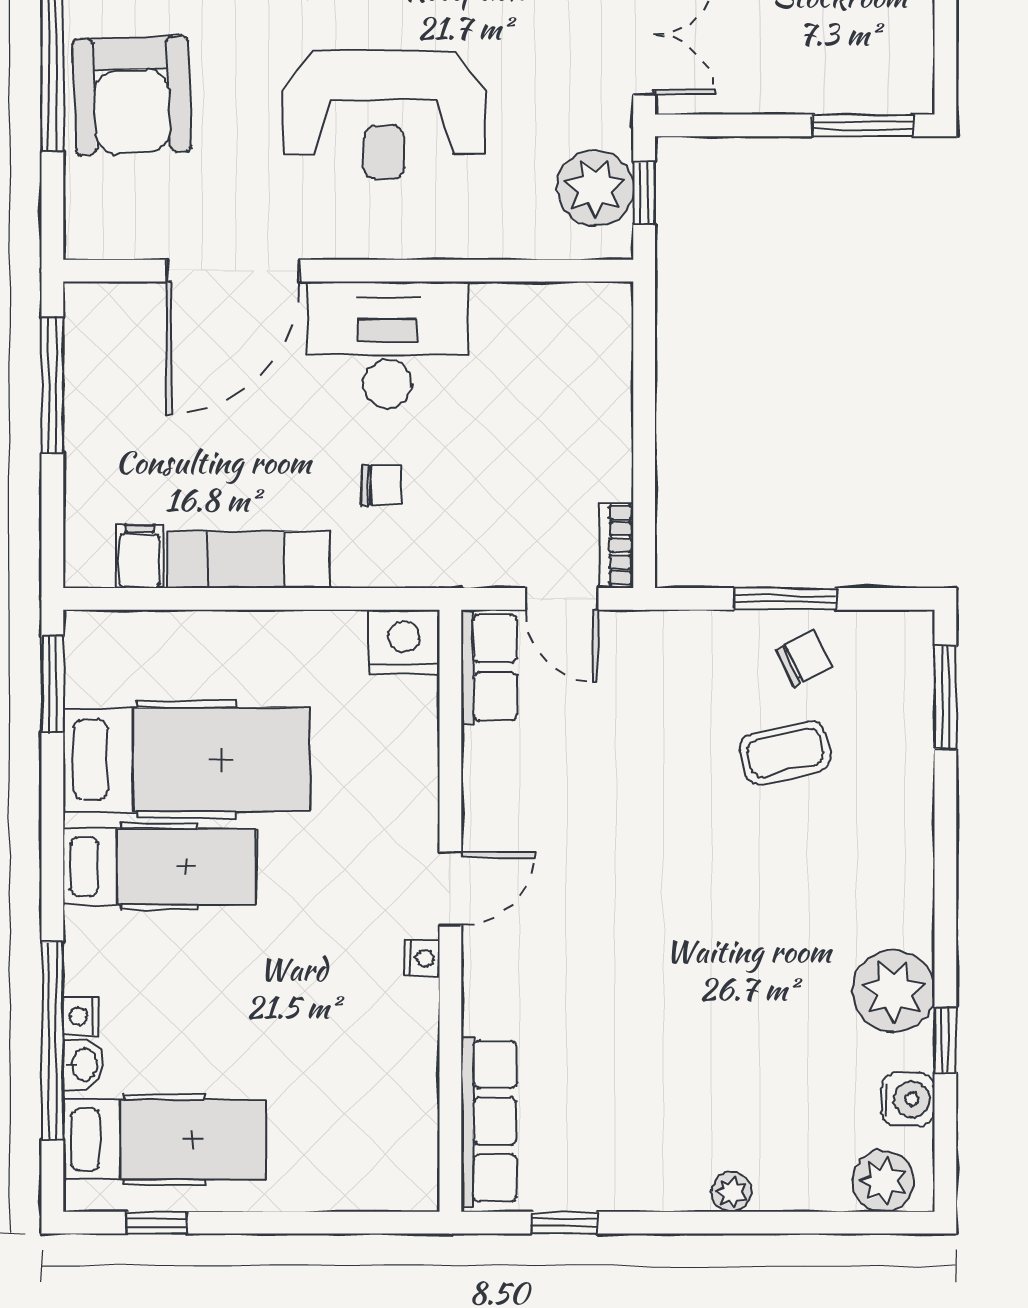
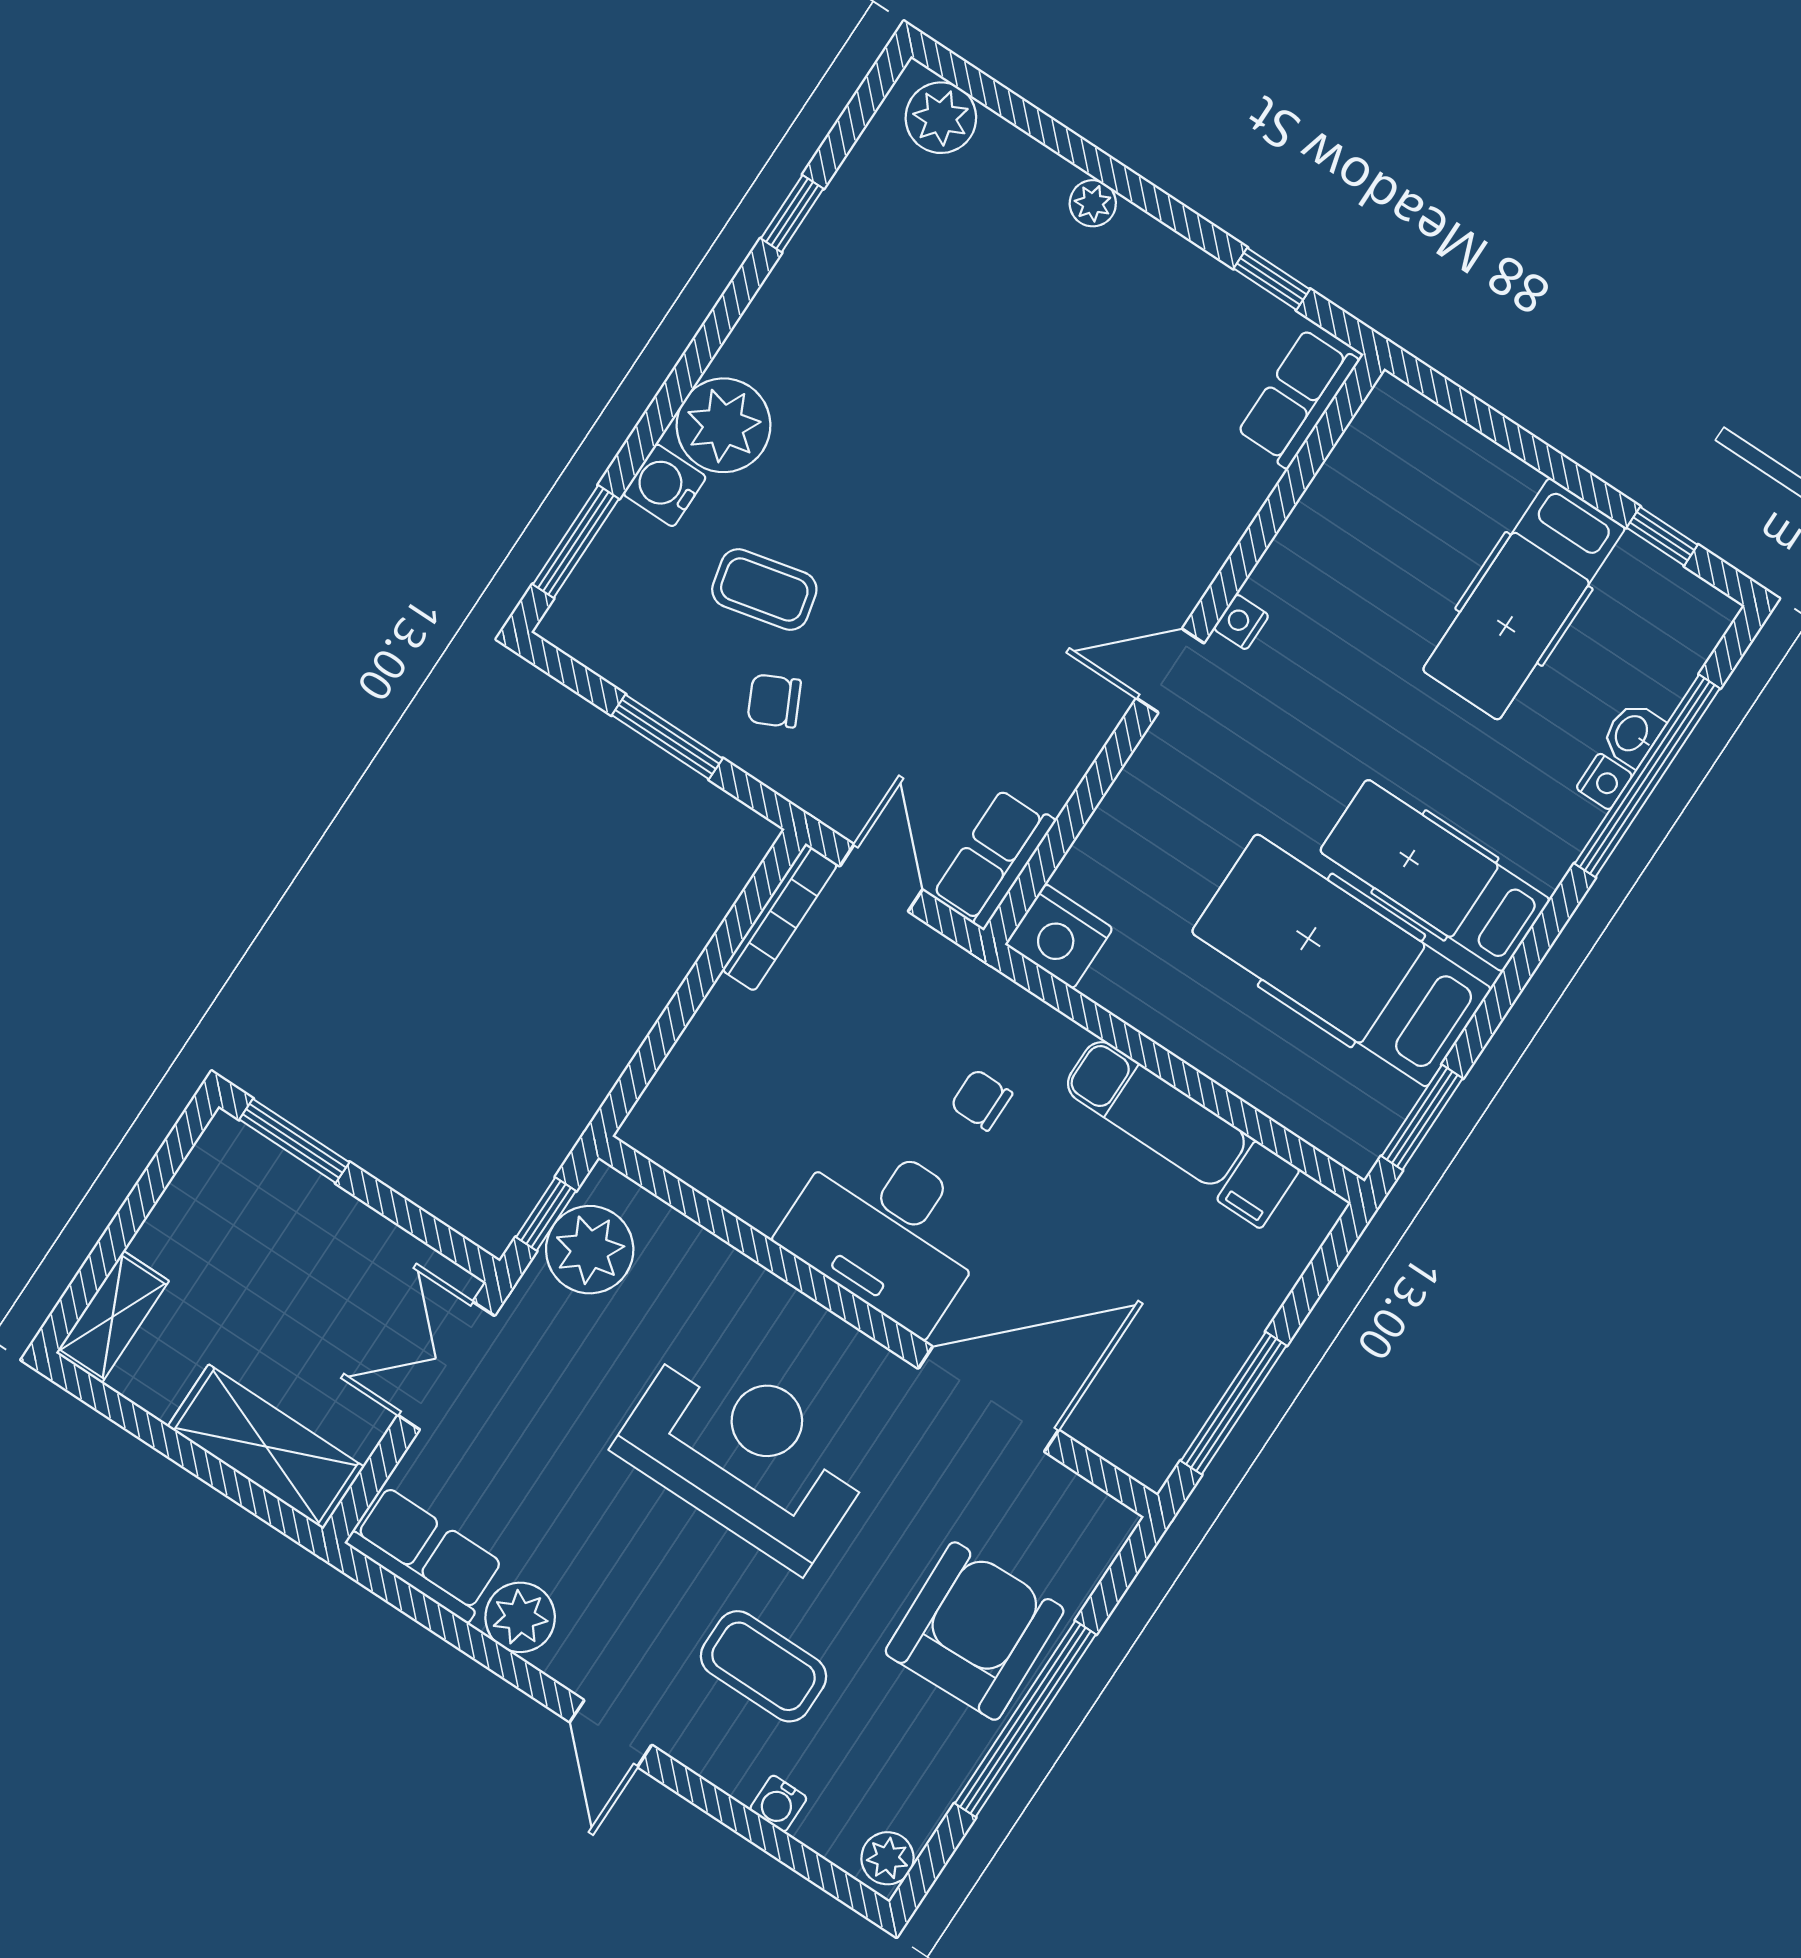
bookcase: (616, 545) -> (780, 917), width x1.56
chair: (804, 658) -> (774, 701), moved
plant: (894, 991) -> (723, 425), moved
water cooler: (908, 1099) -> (665, 485), moved
row of seats: (489, 1121) -> (1298, 398), width x0.68
hospital bed: (164, 1139) -> (1524, 599), moved, turned -90

